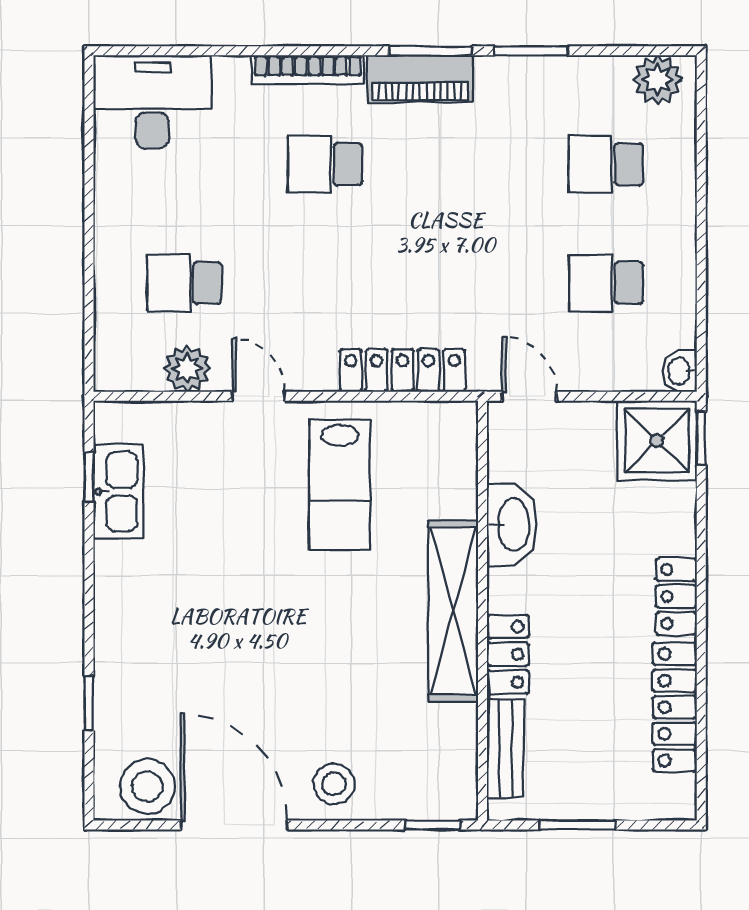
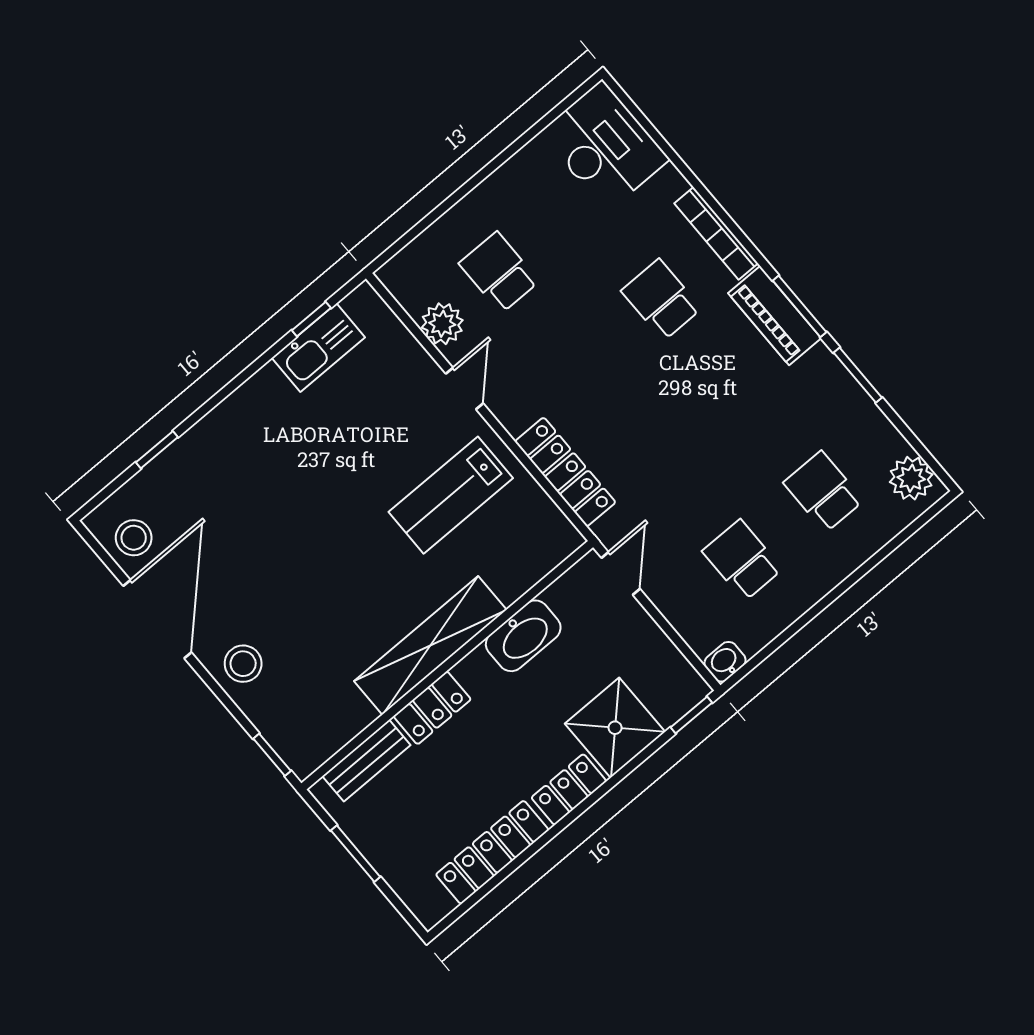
shower: (657, 441) -> (615, 728), moved
stool: (147, 786) -> (134, 538), width x0.73, depth x0.73

